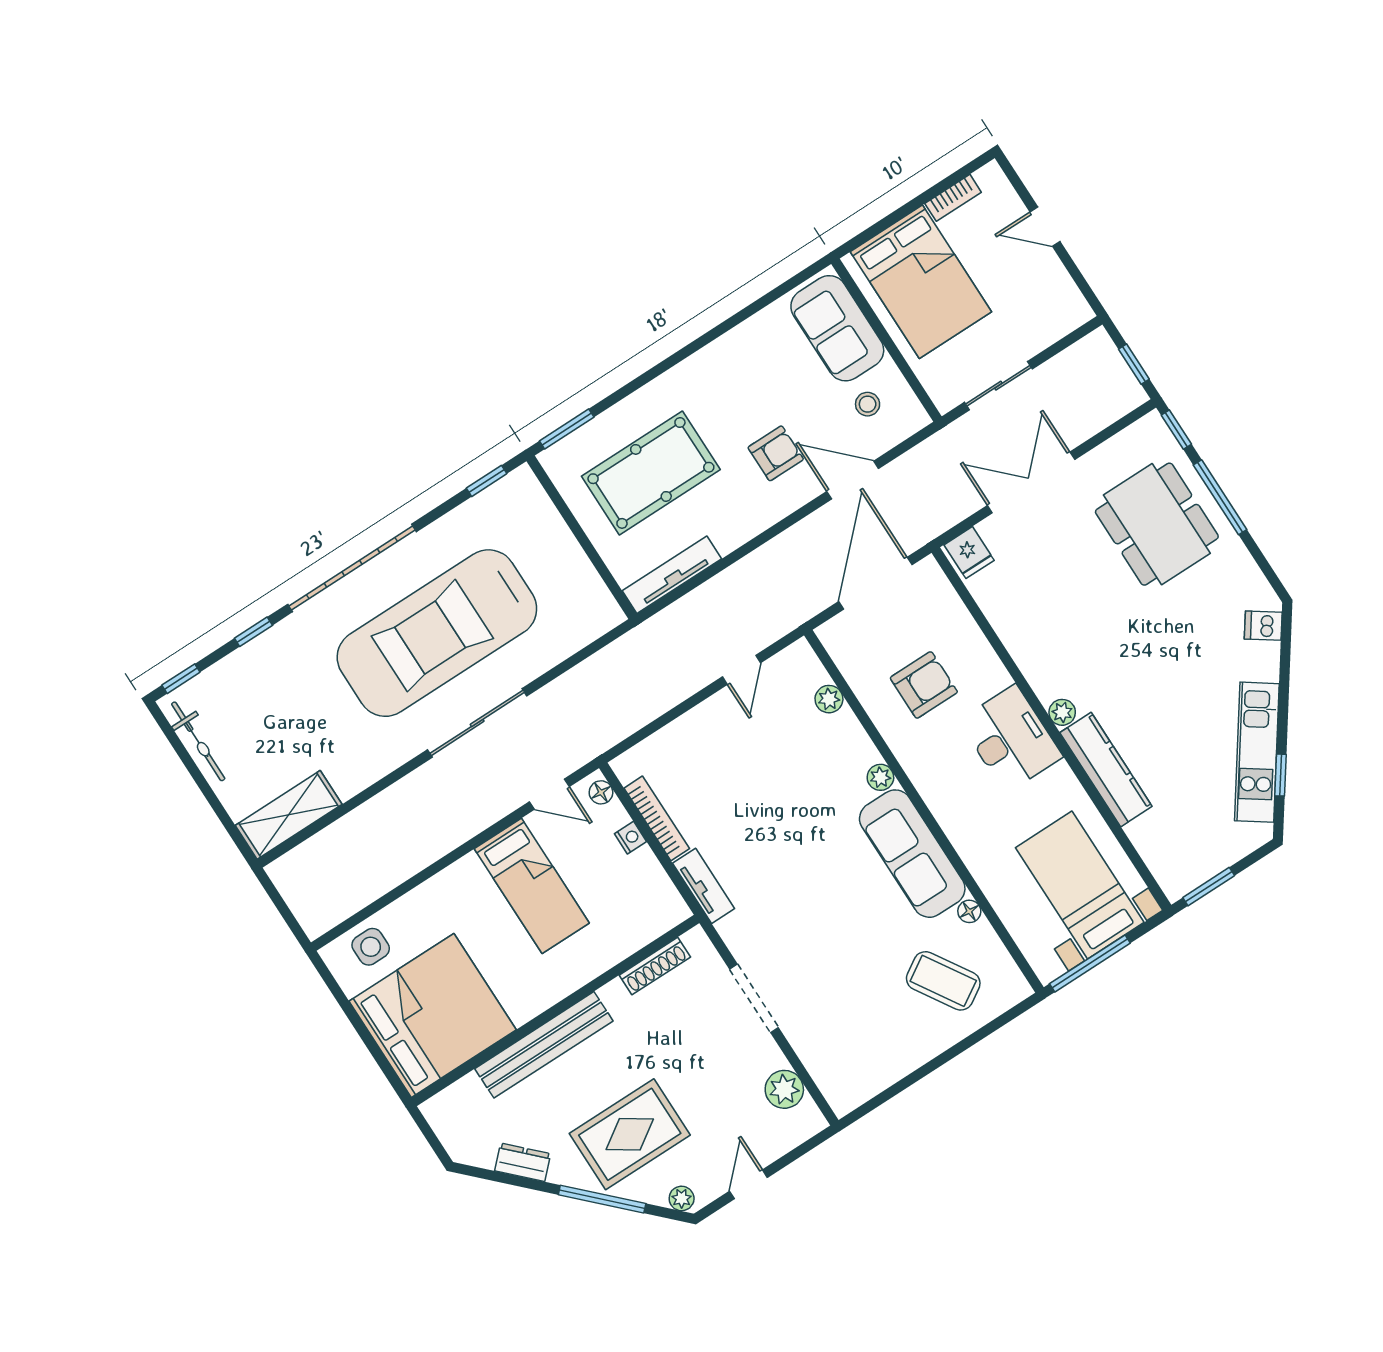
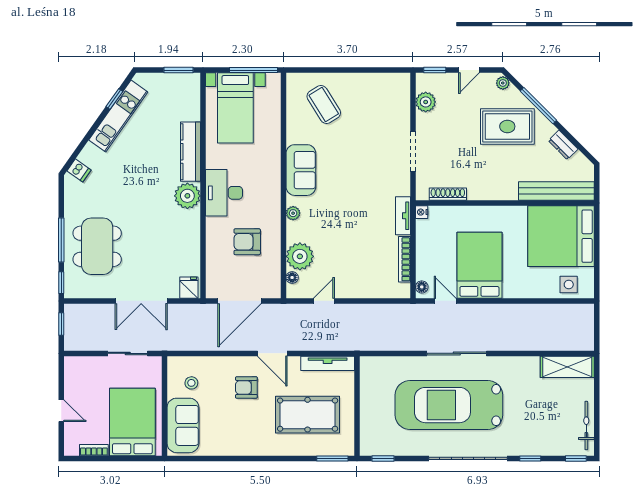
door: (853, 480) -> (272, 353), moved
car: (437, 633) -> (449, 405), turned 180
plant: (829, 699) -> (300, 256), width x1.87, depth x1.87
plant: (1062, 712) -> (187, 196), width x1.87, depth x1.87
nightstand: (630, 838) -> (422, 212), moved
sofa: (912, 854) -> (301, 170), width x0.73
bed: (532, 886) -> (479, 265), width x1.50
floor lamp: (969, 911) -> (292, 278), moved
bench: (544, 1045) -> (556, 191), moved
window: (803, 1149) -> (435, 70), added

